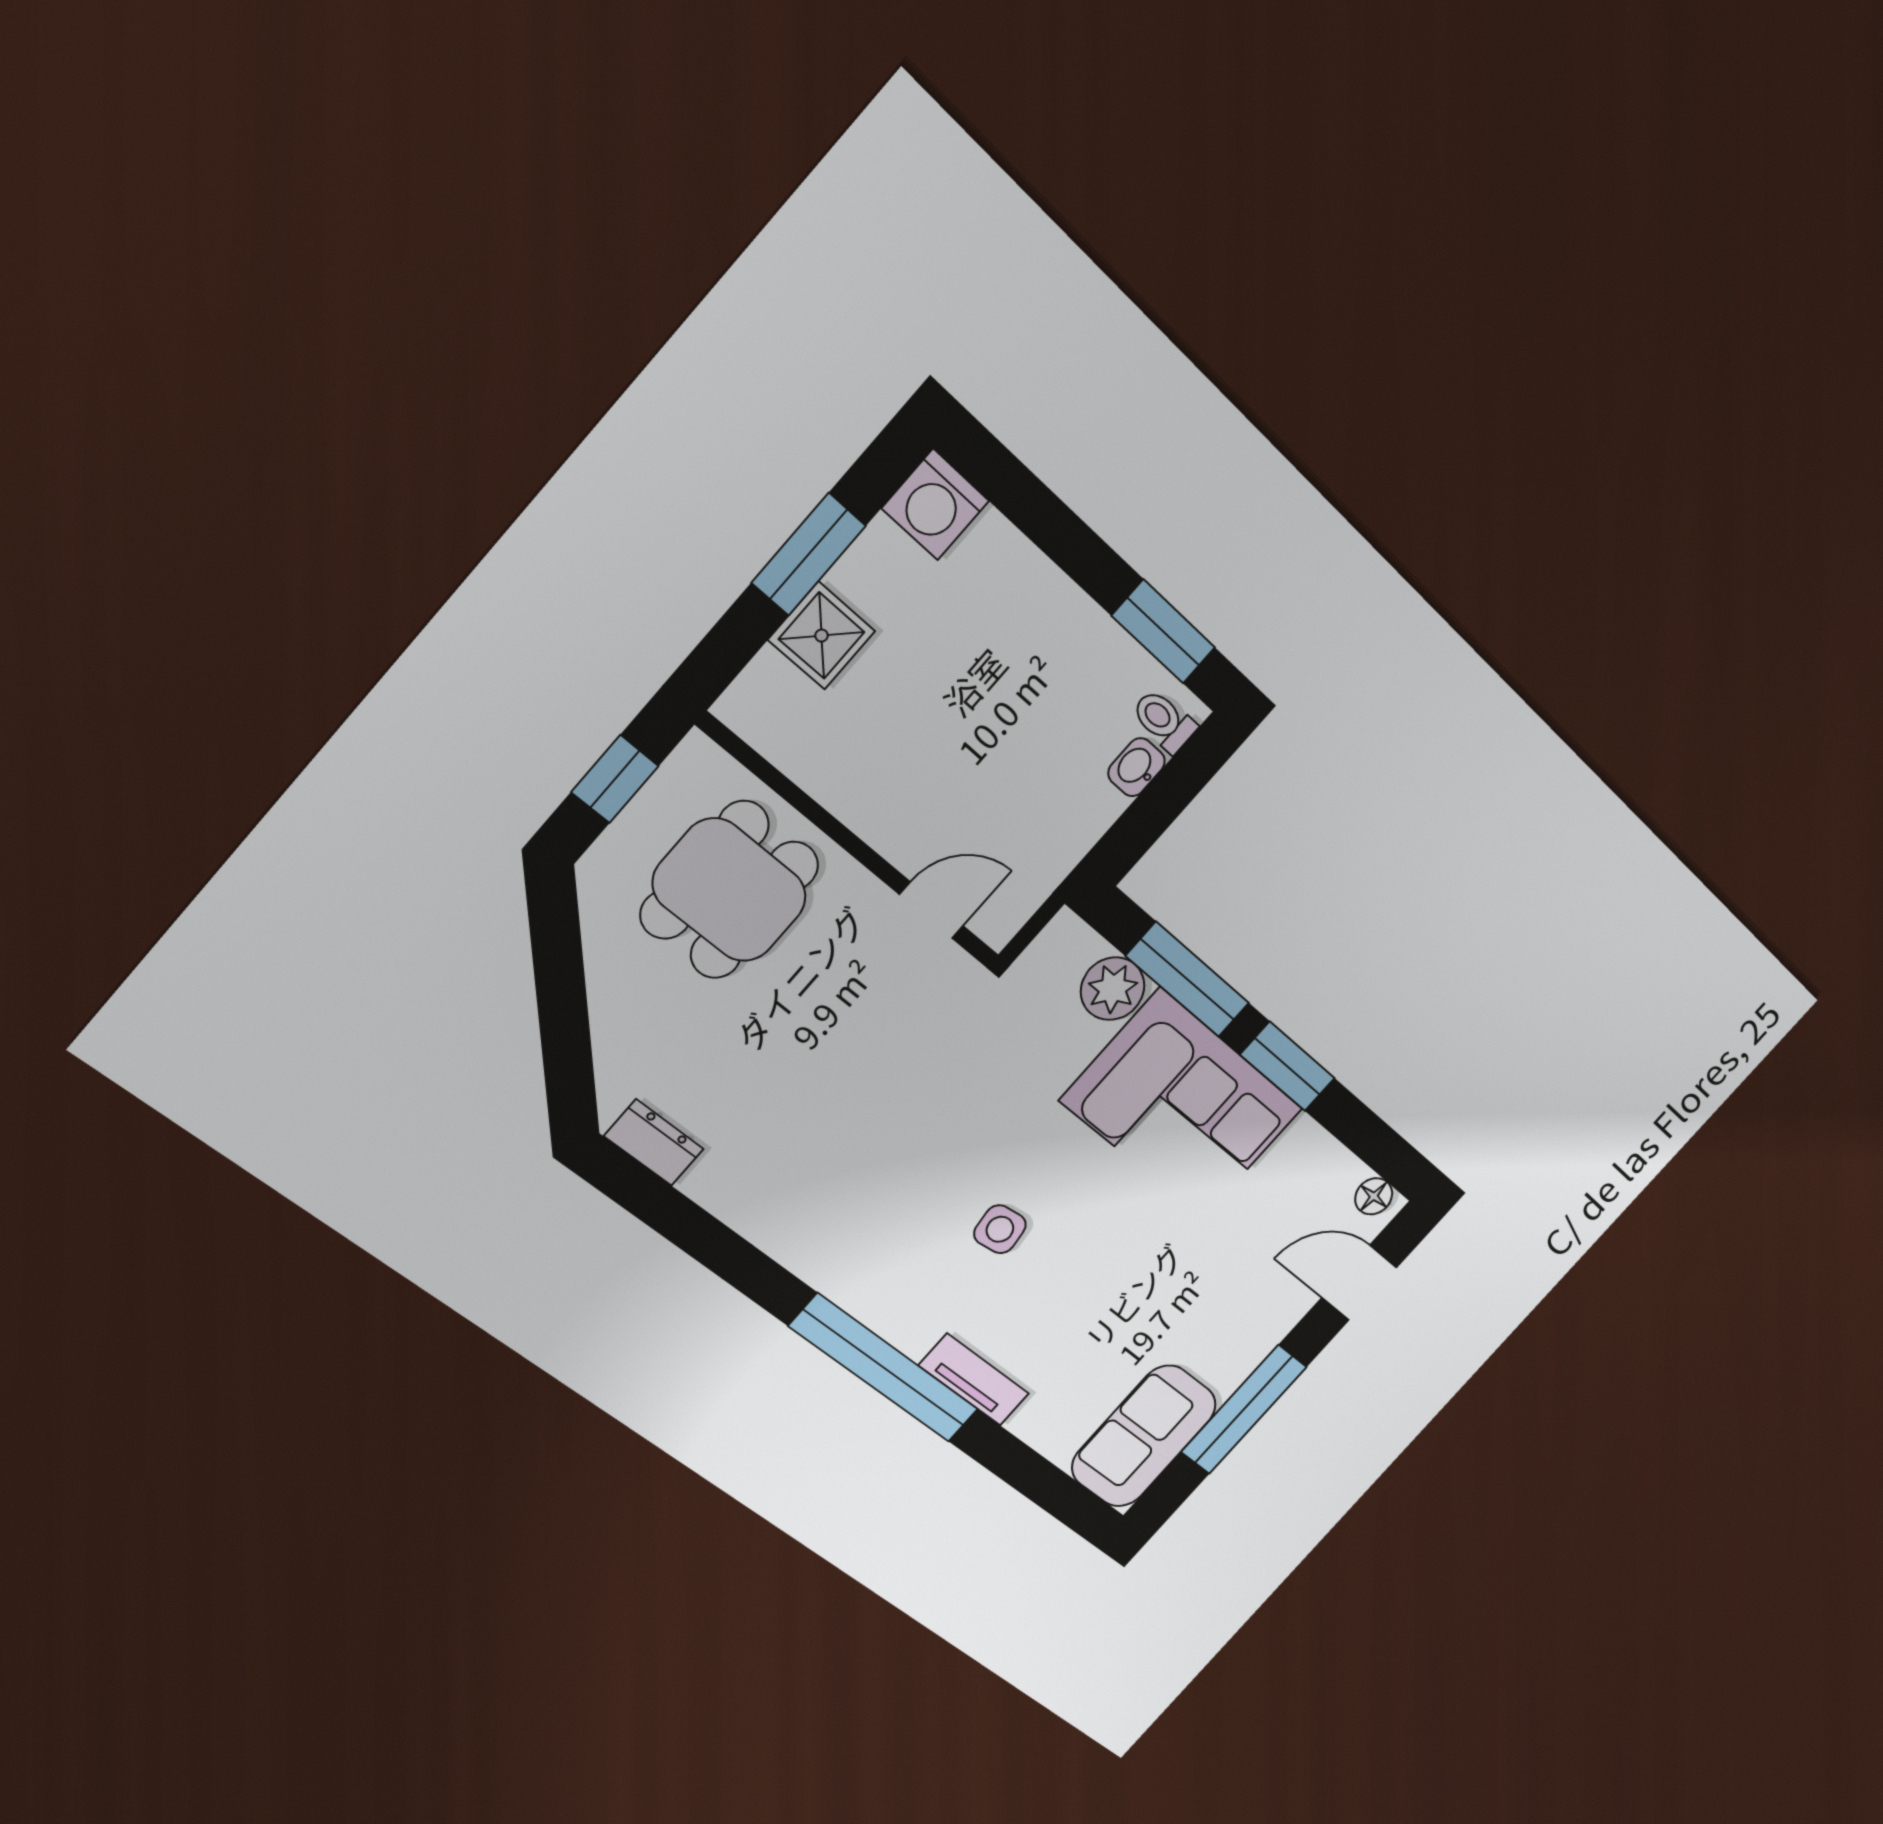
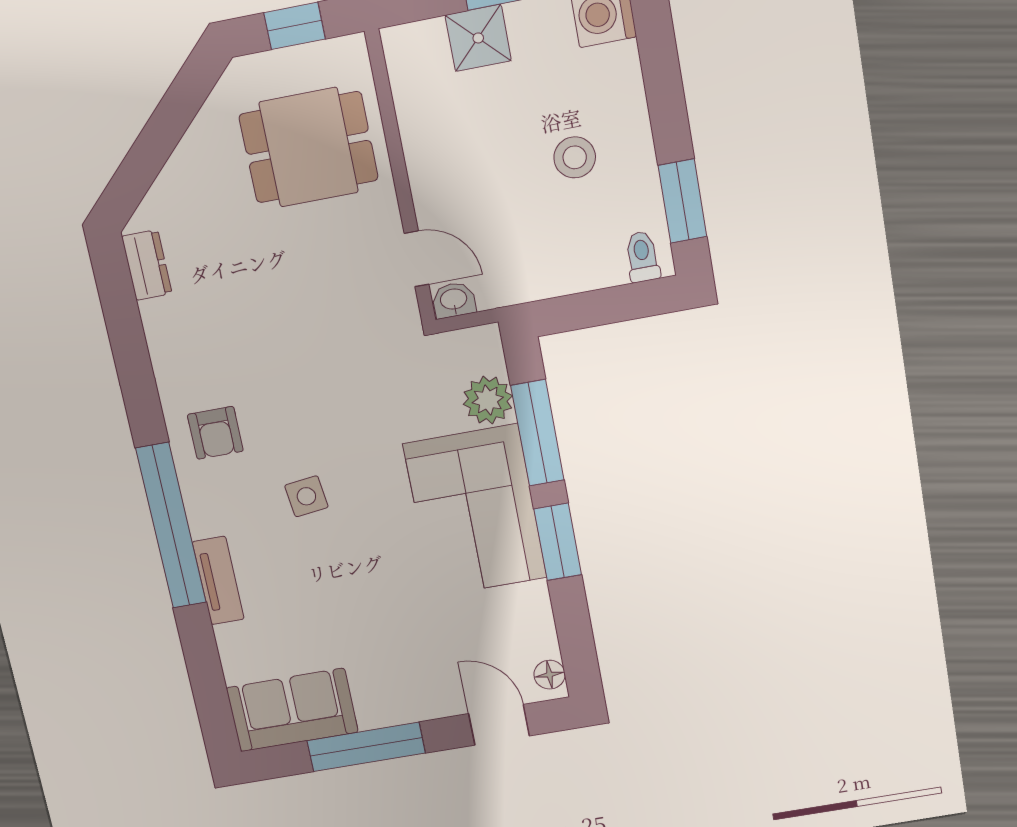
stool: (1018, 677) -> (575, 157), added
washbasin: (1137, 767) -> (454, 300), moved
armchair: (858, 1245) -> (215, 433), added

